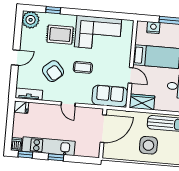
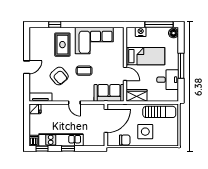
plant: (31, 20) -> (36, 34), removed
rug: (60, 35) -> (62, 45), turned 90
chair: (124, 153) -> (125, 140), added

